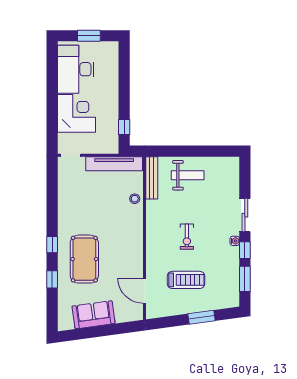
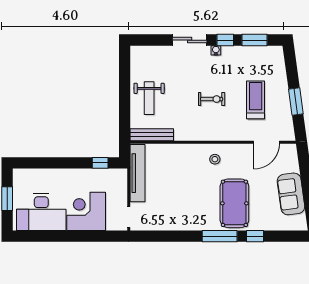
weight bench: (188, 175) -> (149, 98), turned 180
stool: (135, 199) -> (215, 159), moved
window: (52, 245) -> (220, 236), width x2.17
pool table: (84, 259) -> (234, 203), turned 90
window: (202, 317) -> (296, 102), moved

